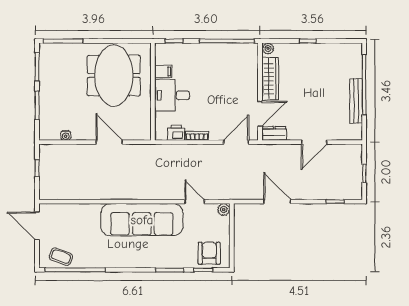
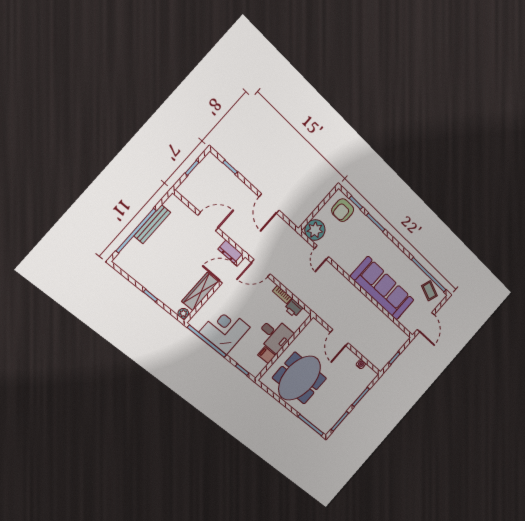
corner desk: (220, 63) -> (225, 330), added
plant: (224, 210) -> (315, 230), width x1.87, depth x1.87
sofa: (142, 220) -> (382, 288), moved

